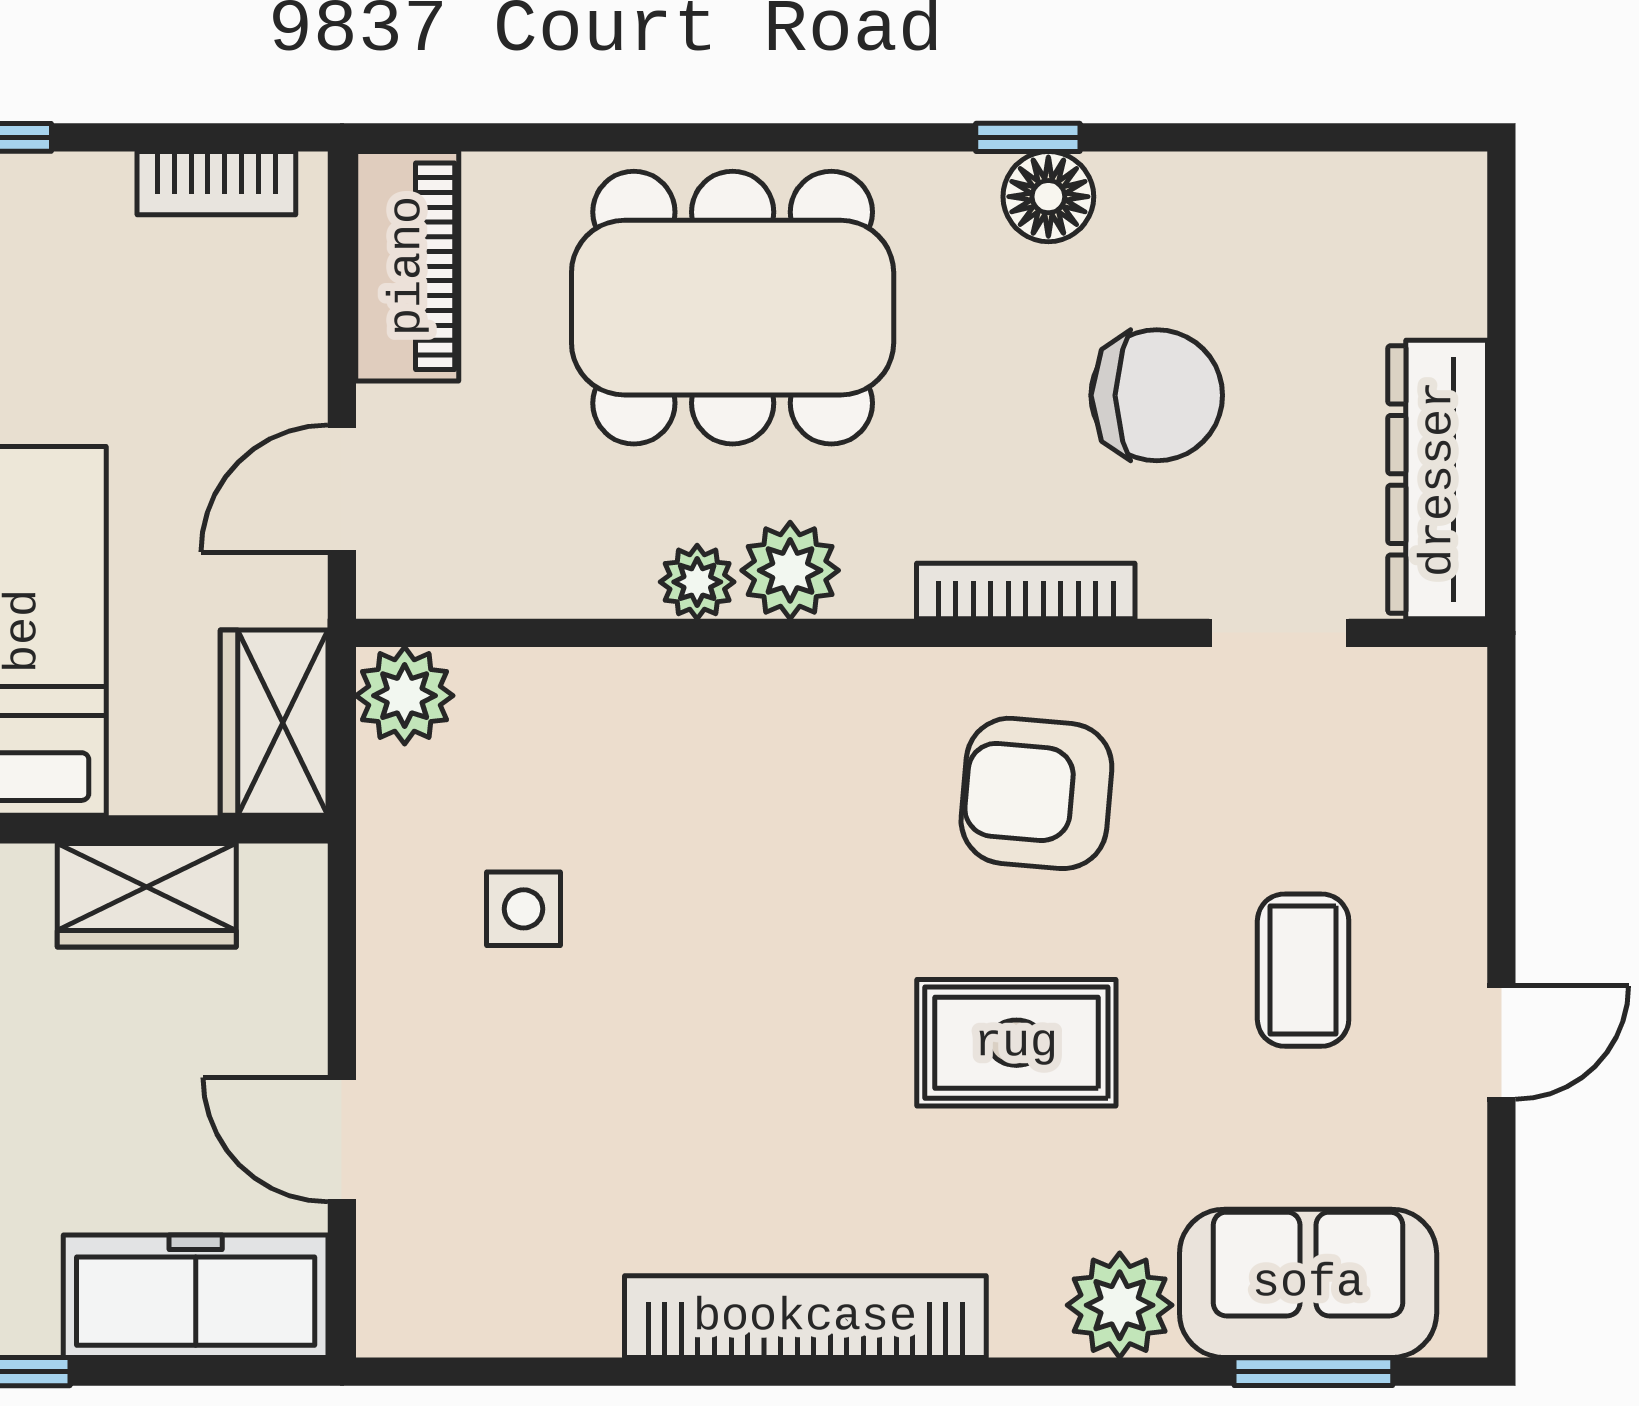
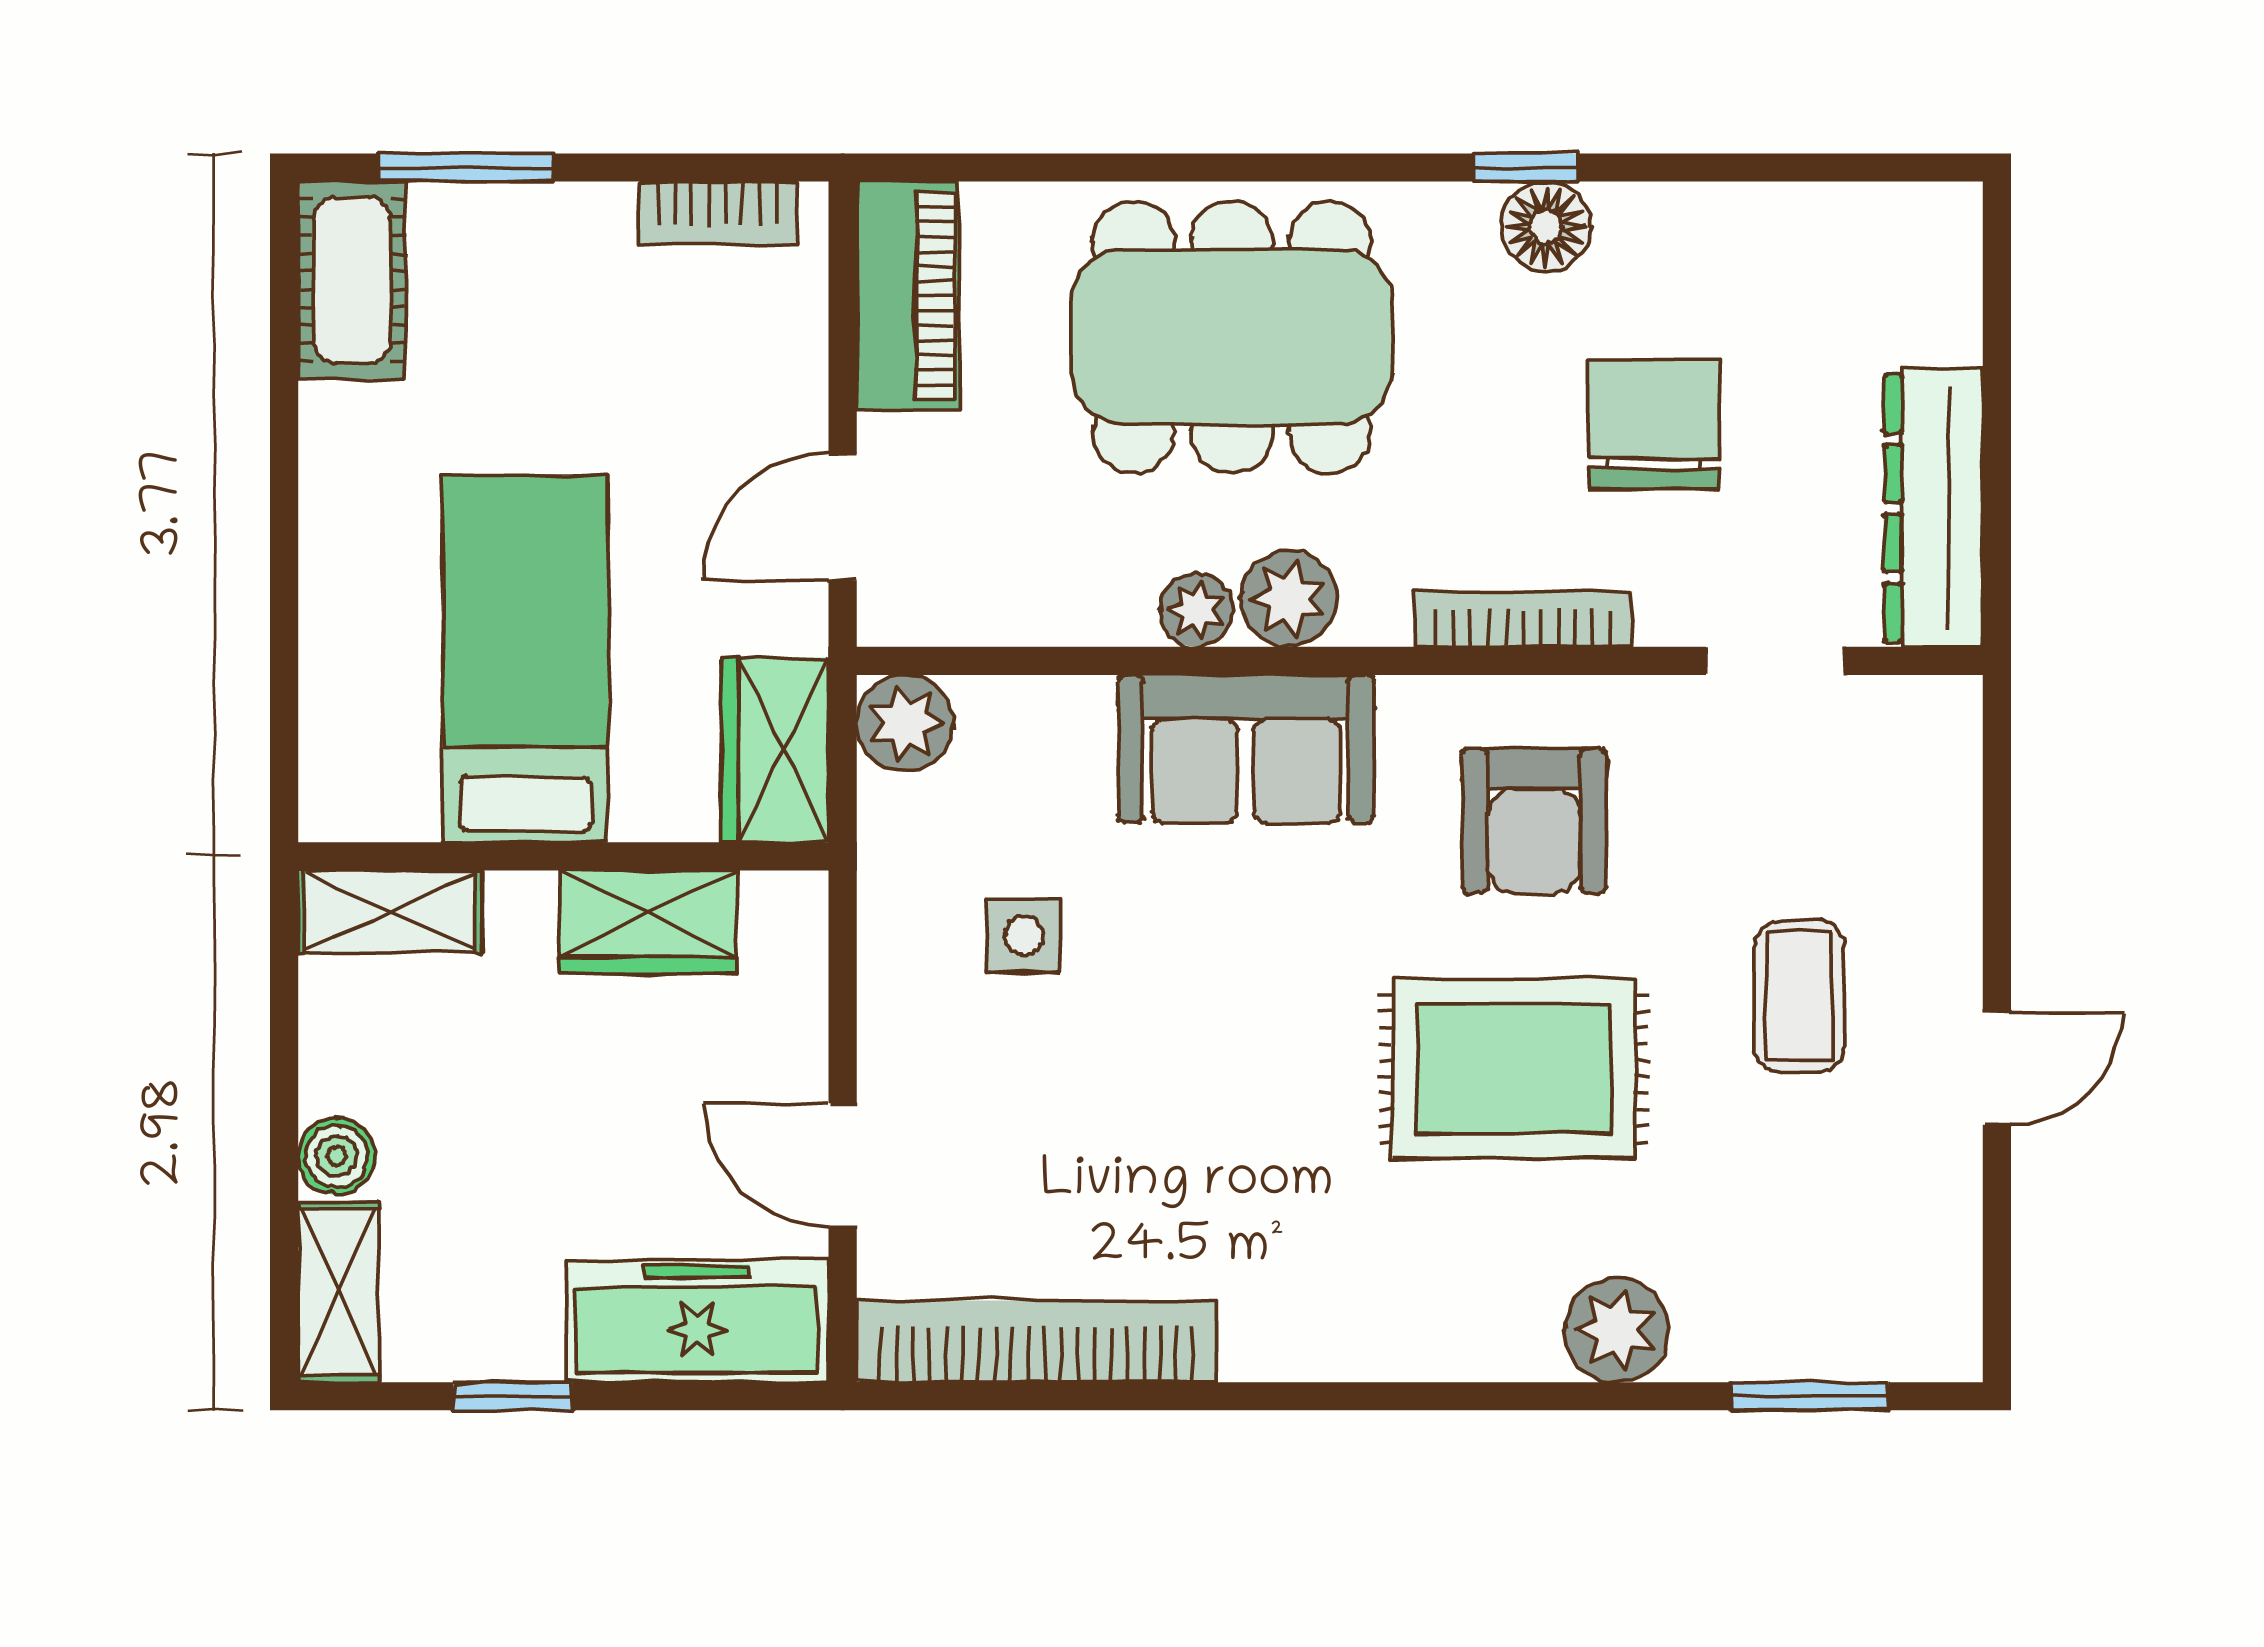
chair: (1157, 395) -> (1654, 424), turned -90
armchair: (1036, 793) -> (1534, 821), turned -95
rug: (1016, 1043) -> (1514, 1069), width x1.36, depth x1.43
sofa: (1308, 1283) -> (1246, 749), moved, turned 180
bookcase: (805, 1317) -> (1037, 1341), moved

